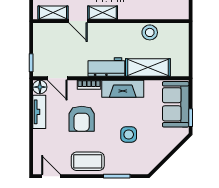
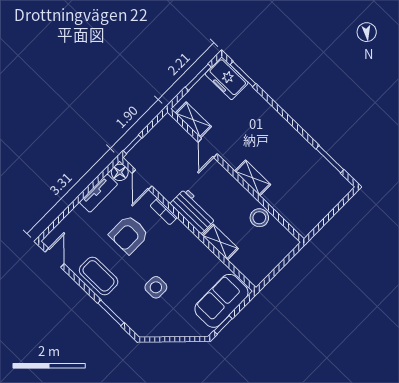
shelving: (103, 13) -> (253, 178), moved
shelving: (148, 68) -> (220, 242), width x0.67, depth x0.75
fireplace: (123, 89) -> (189, 243), removed

